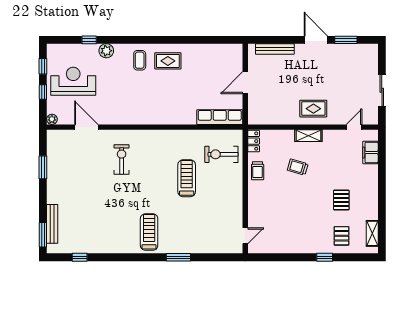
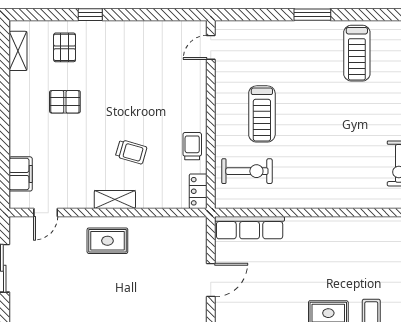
treadmill: (187, 178) -> (262, 114), moved
pallet: (341, 200) -> (65, 102), turned 90

